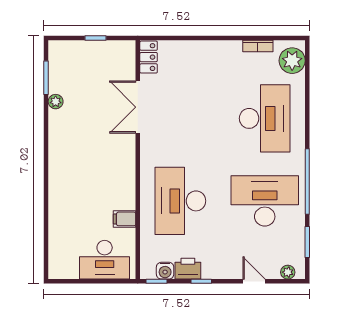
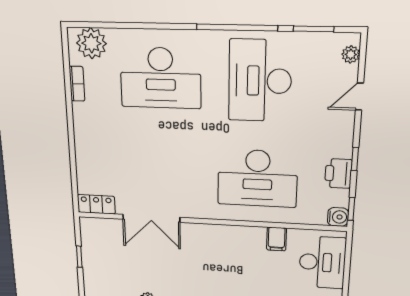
desk: (265, 118) -> (161, 78), turned 180
water cooler: (165, 271) -> (338, 217), moved

